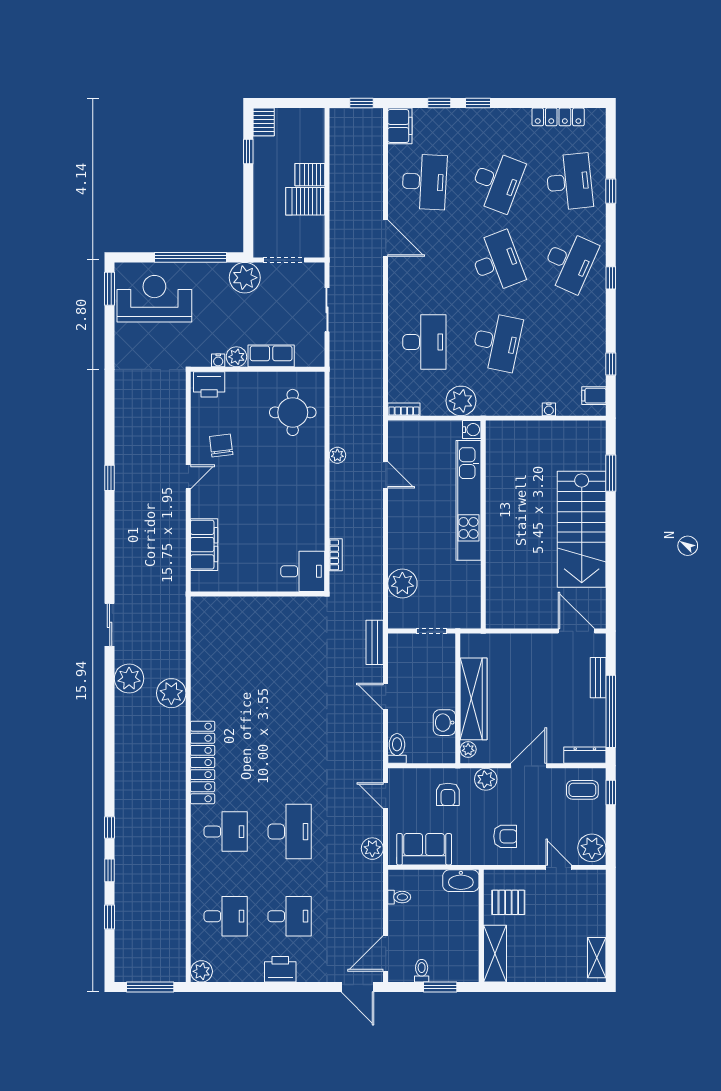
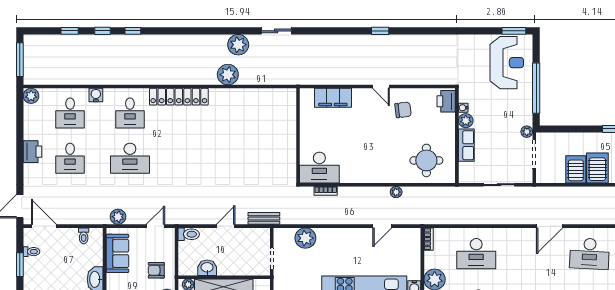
server rack: (310, 175) -> (597, 168), width x1.36, depth x1.44
plant: (245, 278) -> (527, 132), width x0.53, depth x0.53
desk: (303, 571) -> (319, 168), width x1.37
water cooler: (200, 880) -> (96, 95), added

